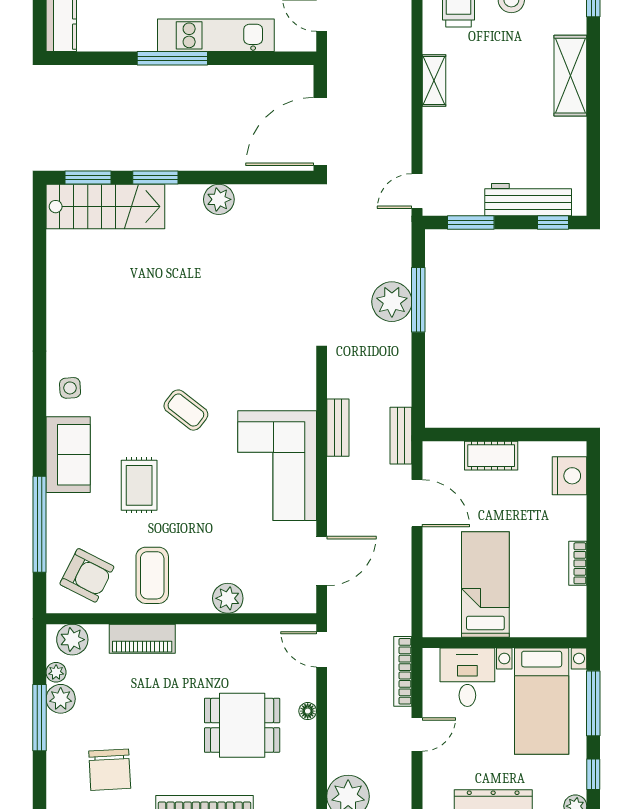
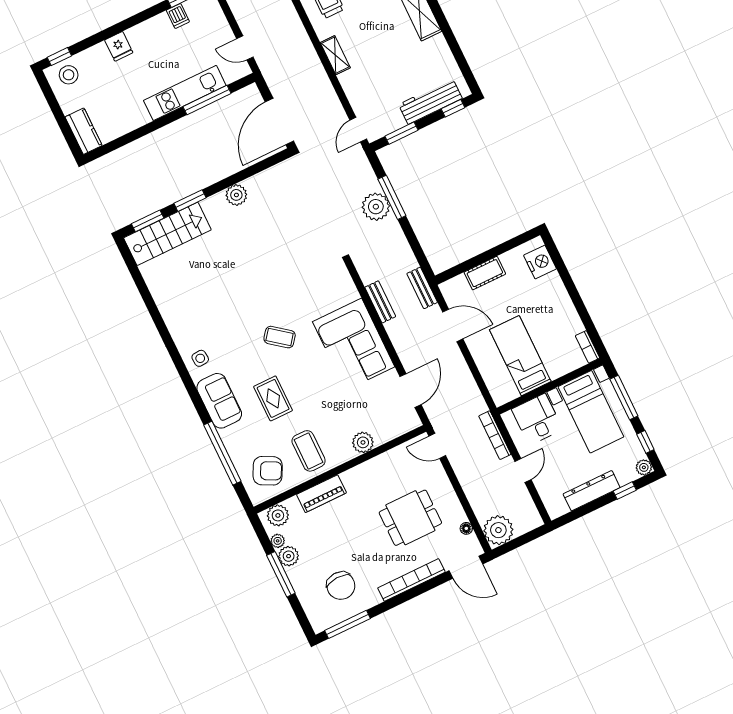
window: (172, 58) -> (207, 100), moved
bookcase: (578, 563) -> (587, 347), moved
floor lamp: (308, 711) -> (466, 528), moved

